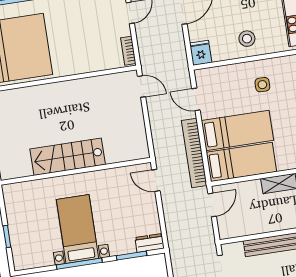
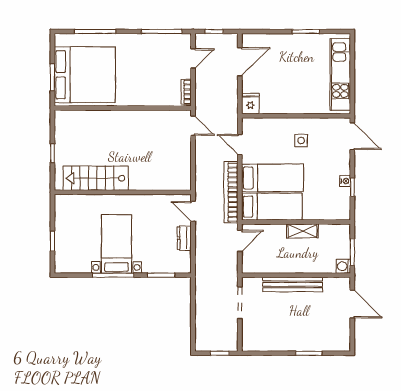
stool: (247, 39) -> (294, 97), removed
stairs: (68, 157) -> (96, 178), moved
dresser: (150, 243) -> (184, 238), moved, turned -90

